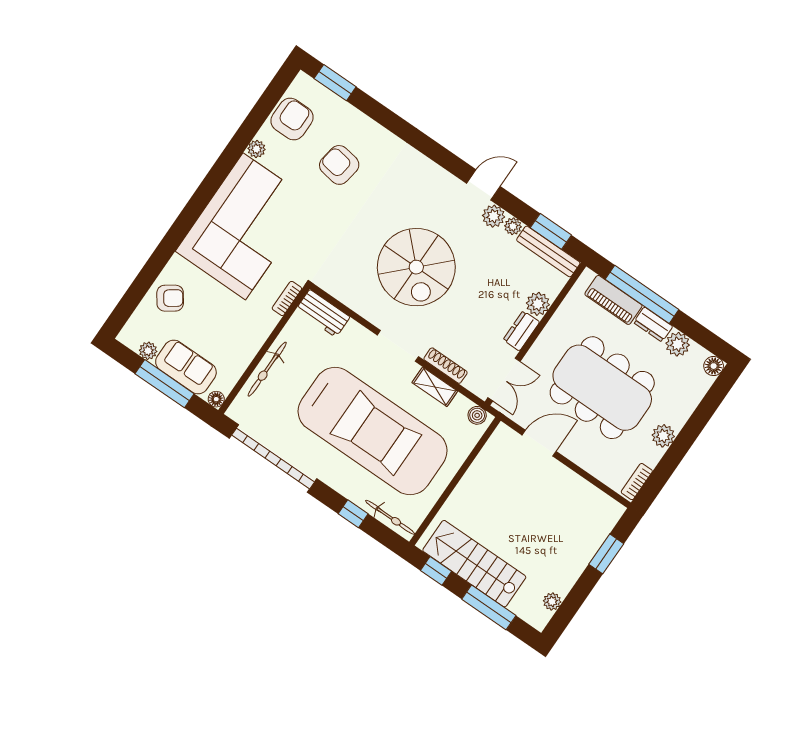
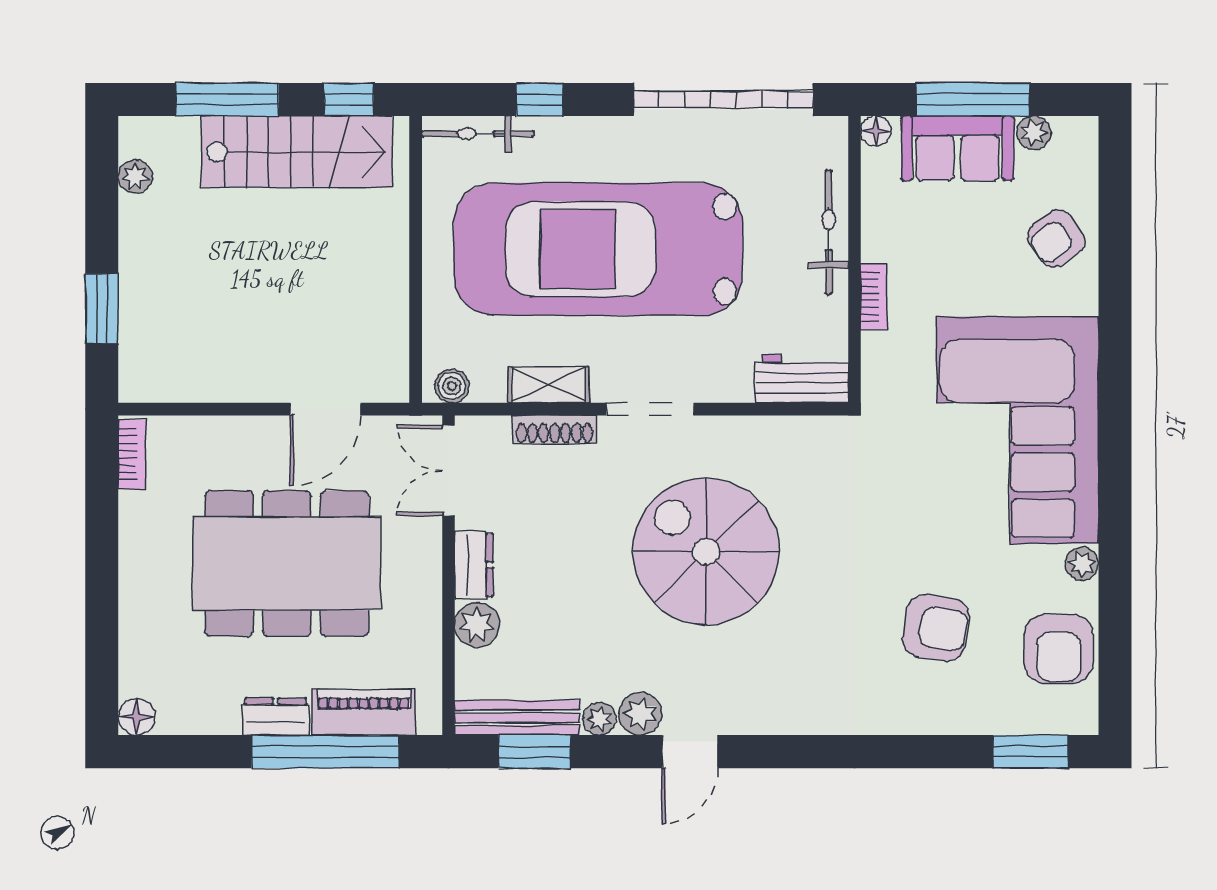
bookcase: (287, 298) -> (874, 297), moved
plant: (678, 344) -> (216, 712), removed
plant: (663, 436) -> (140, 554), removed

